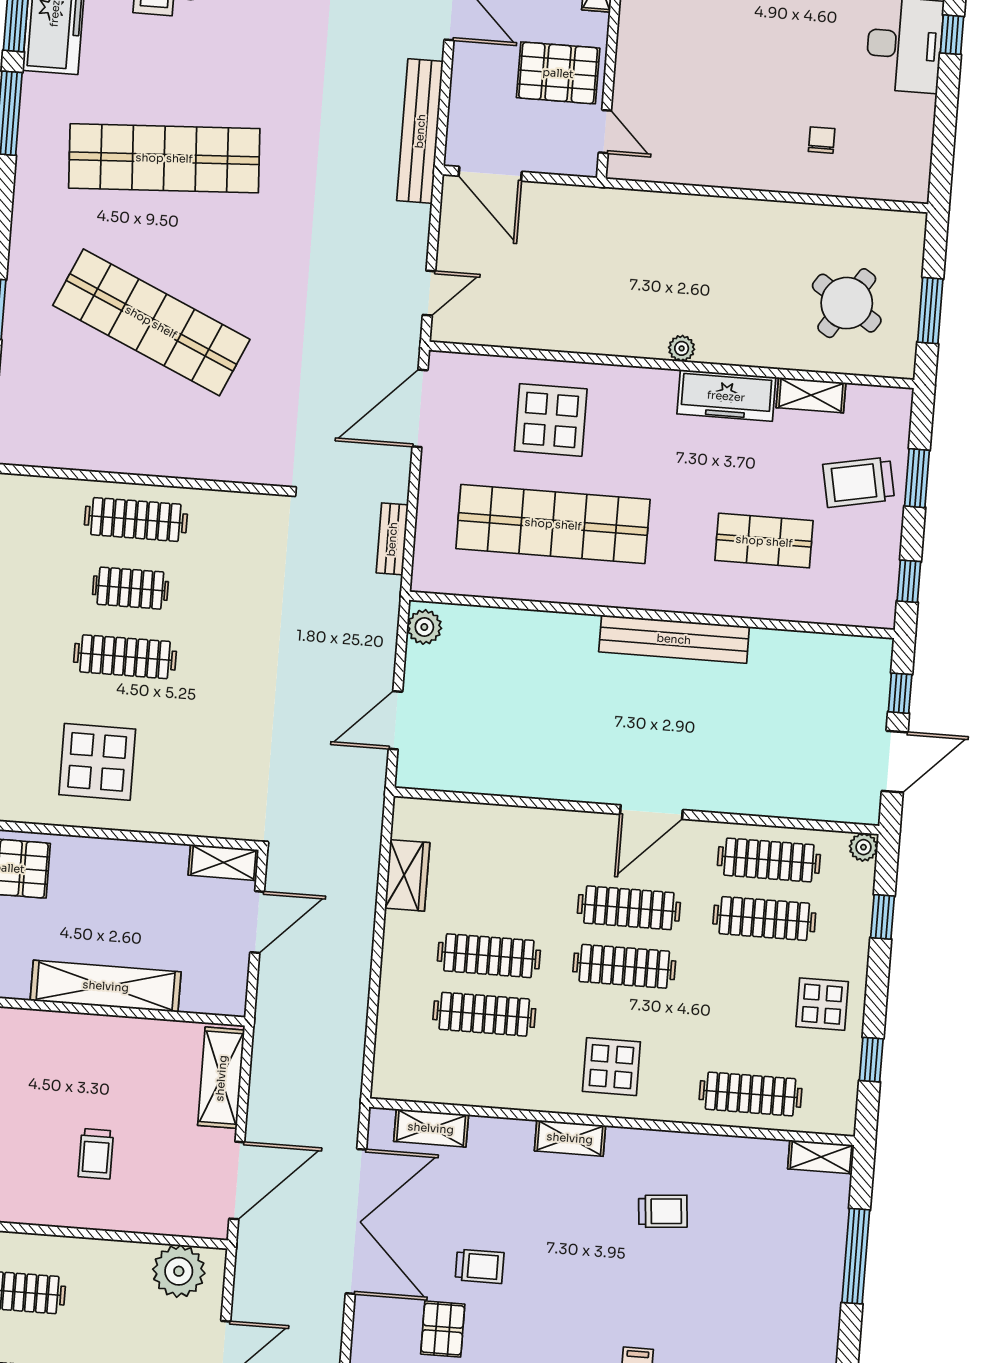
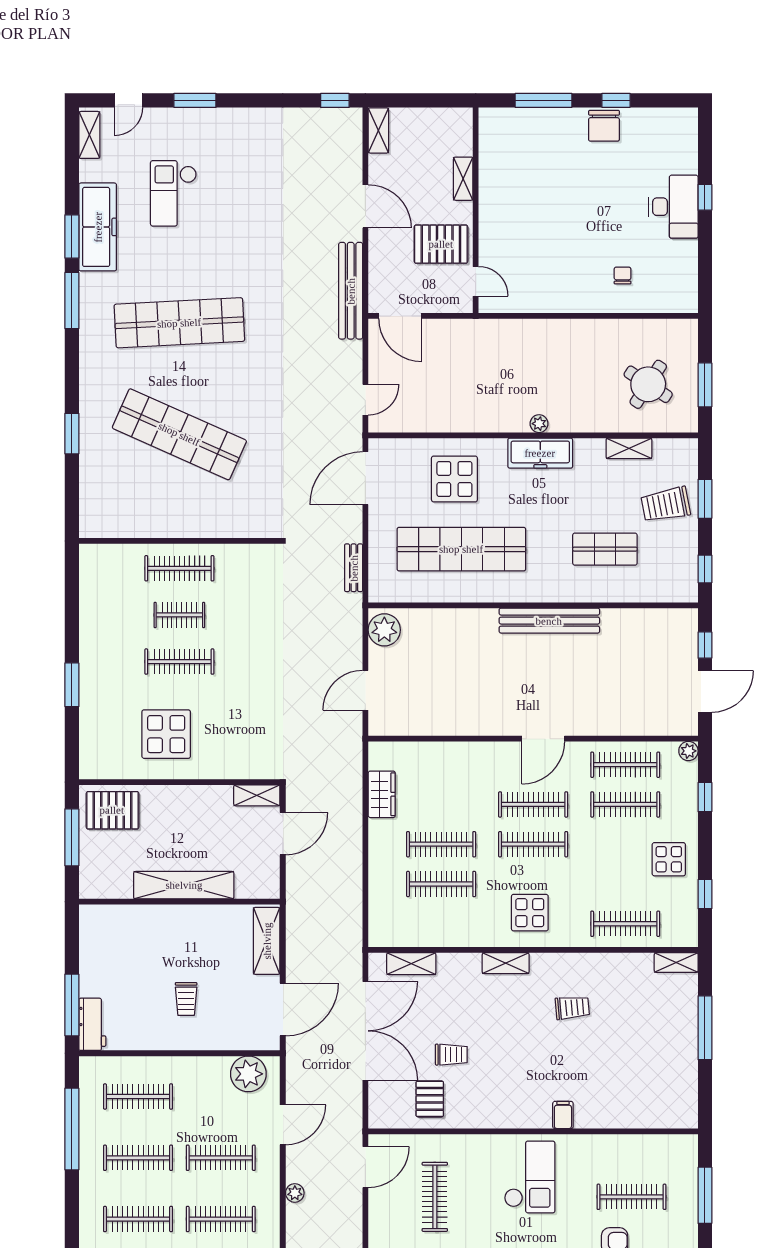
freezer: (726, 396) -> (540, 453), moved
plant: (424, 627) -> (384, 630), width x1.36, depth x1.36

